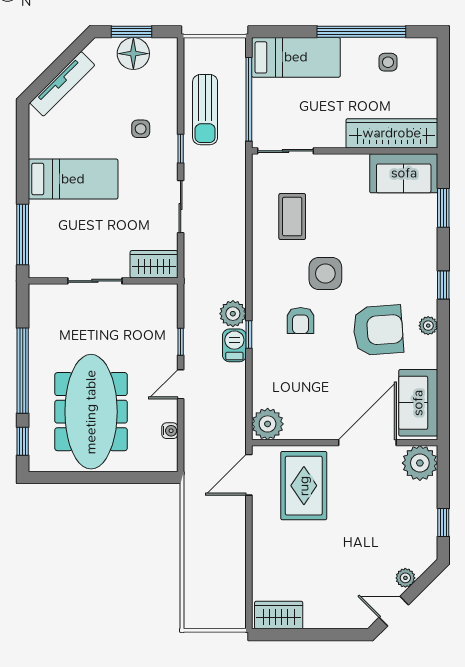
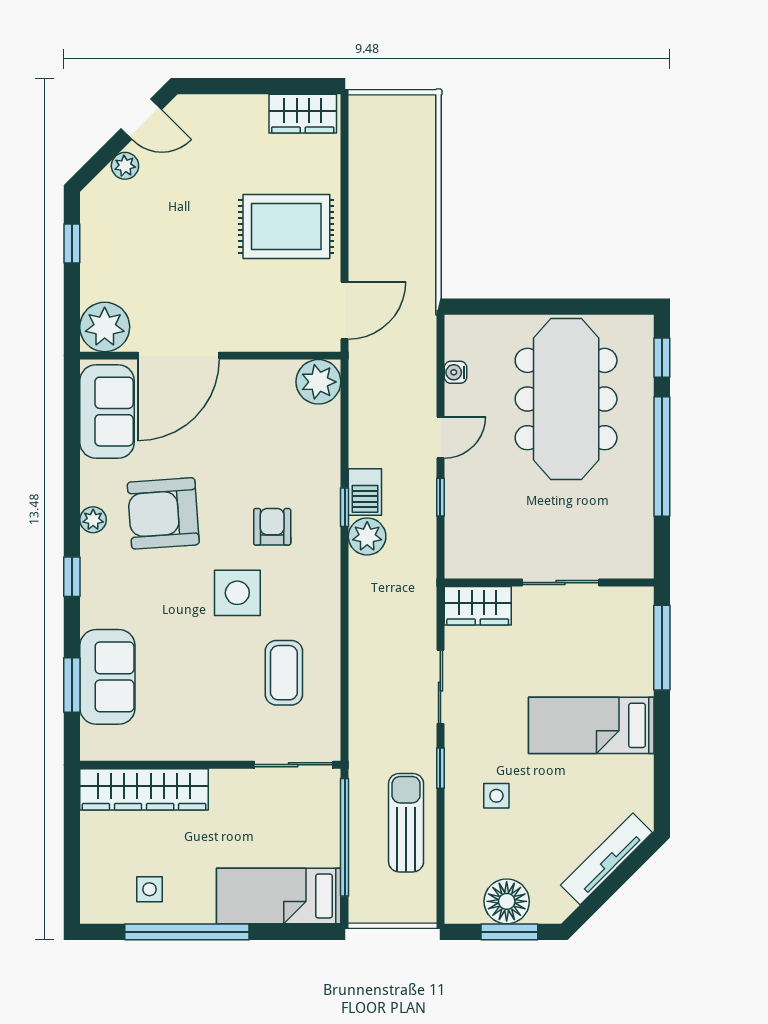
sofa: (404, 173) -> (107, 677), moved, turned 90
rug: (304, 486) -> (286, 227), moved, turned 90

